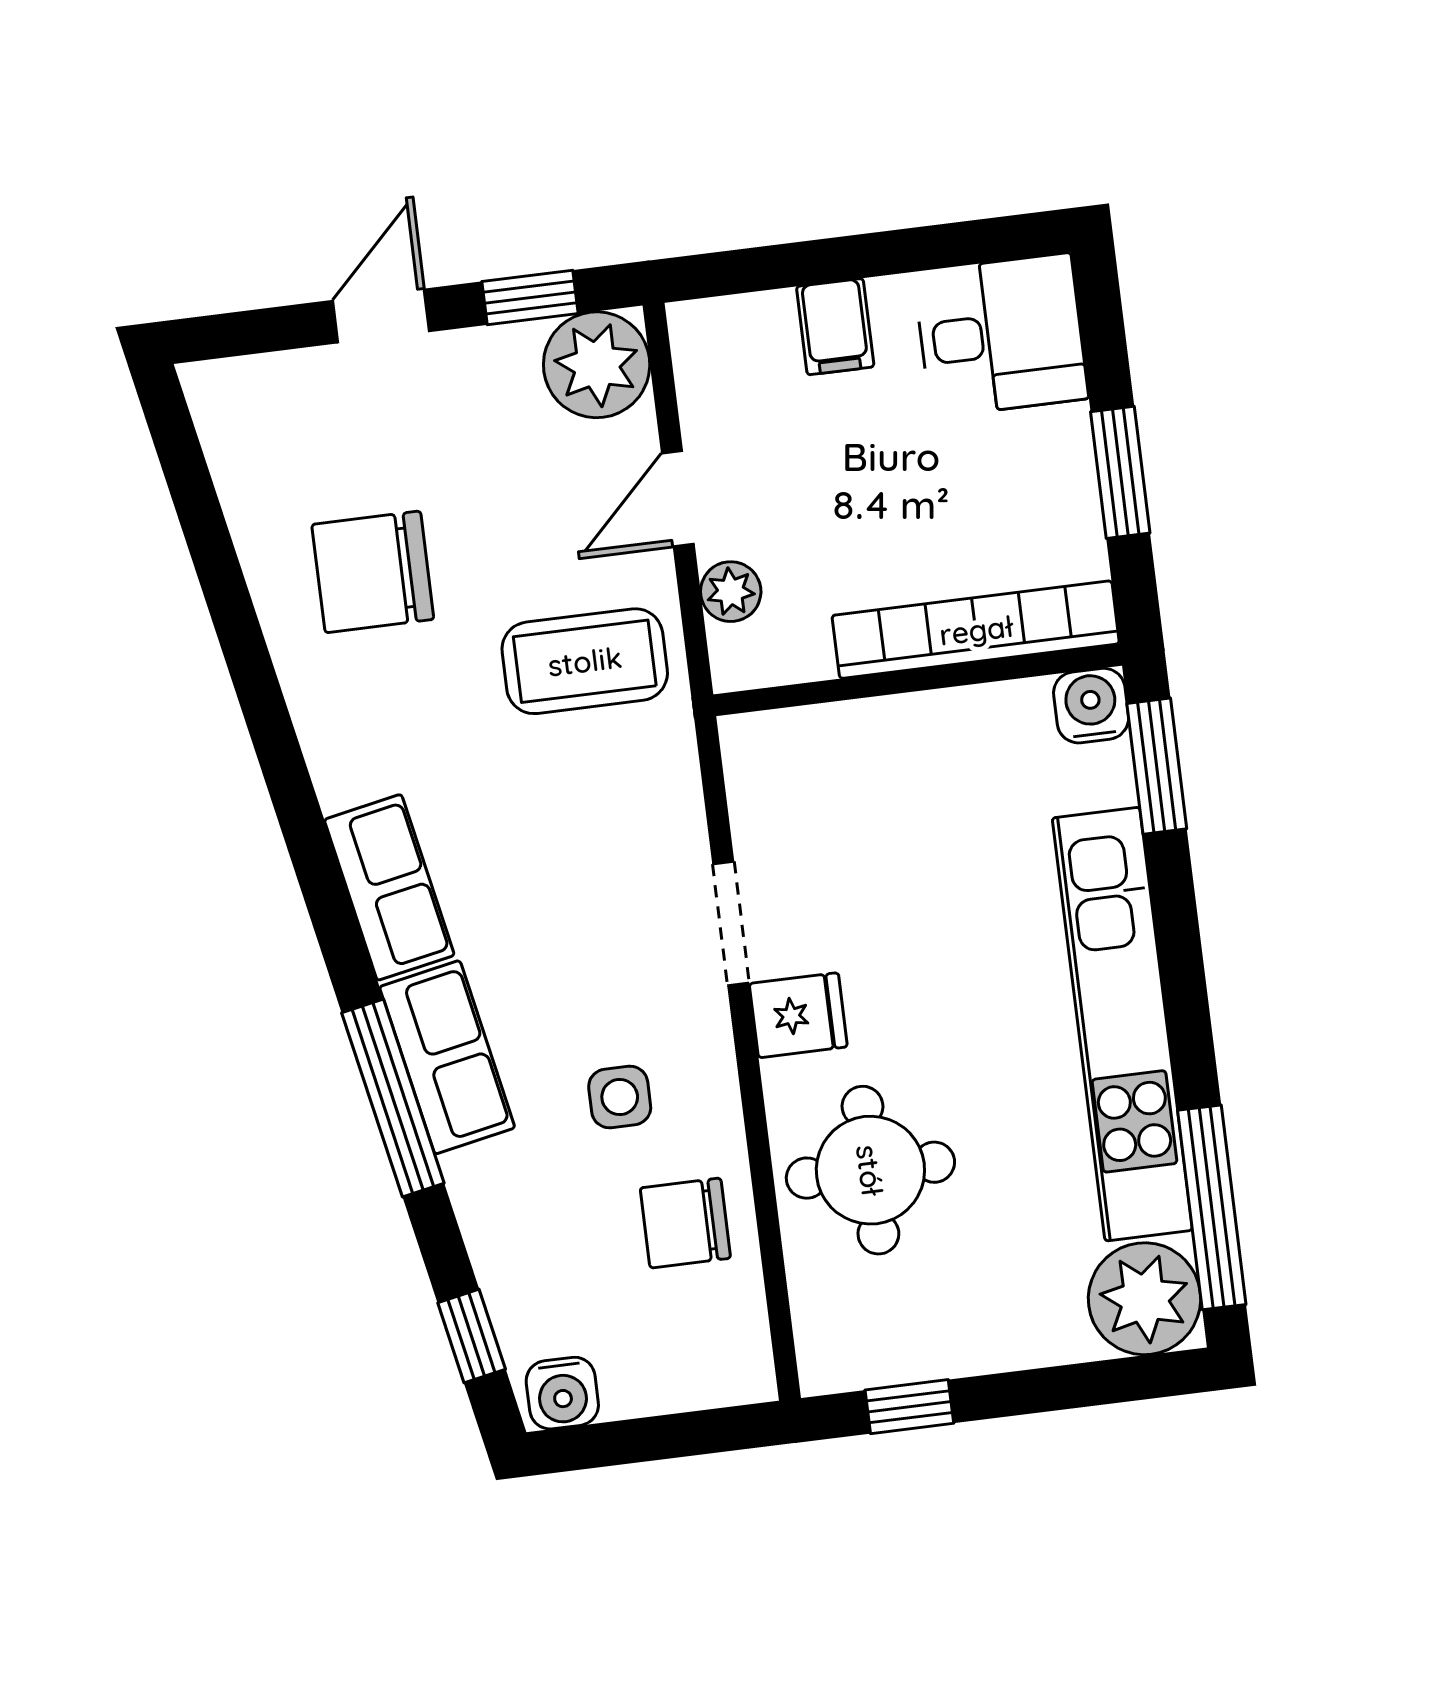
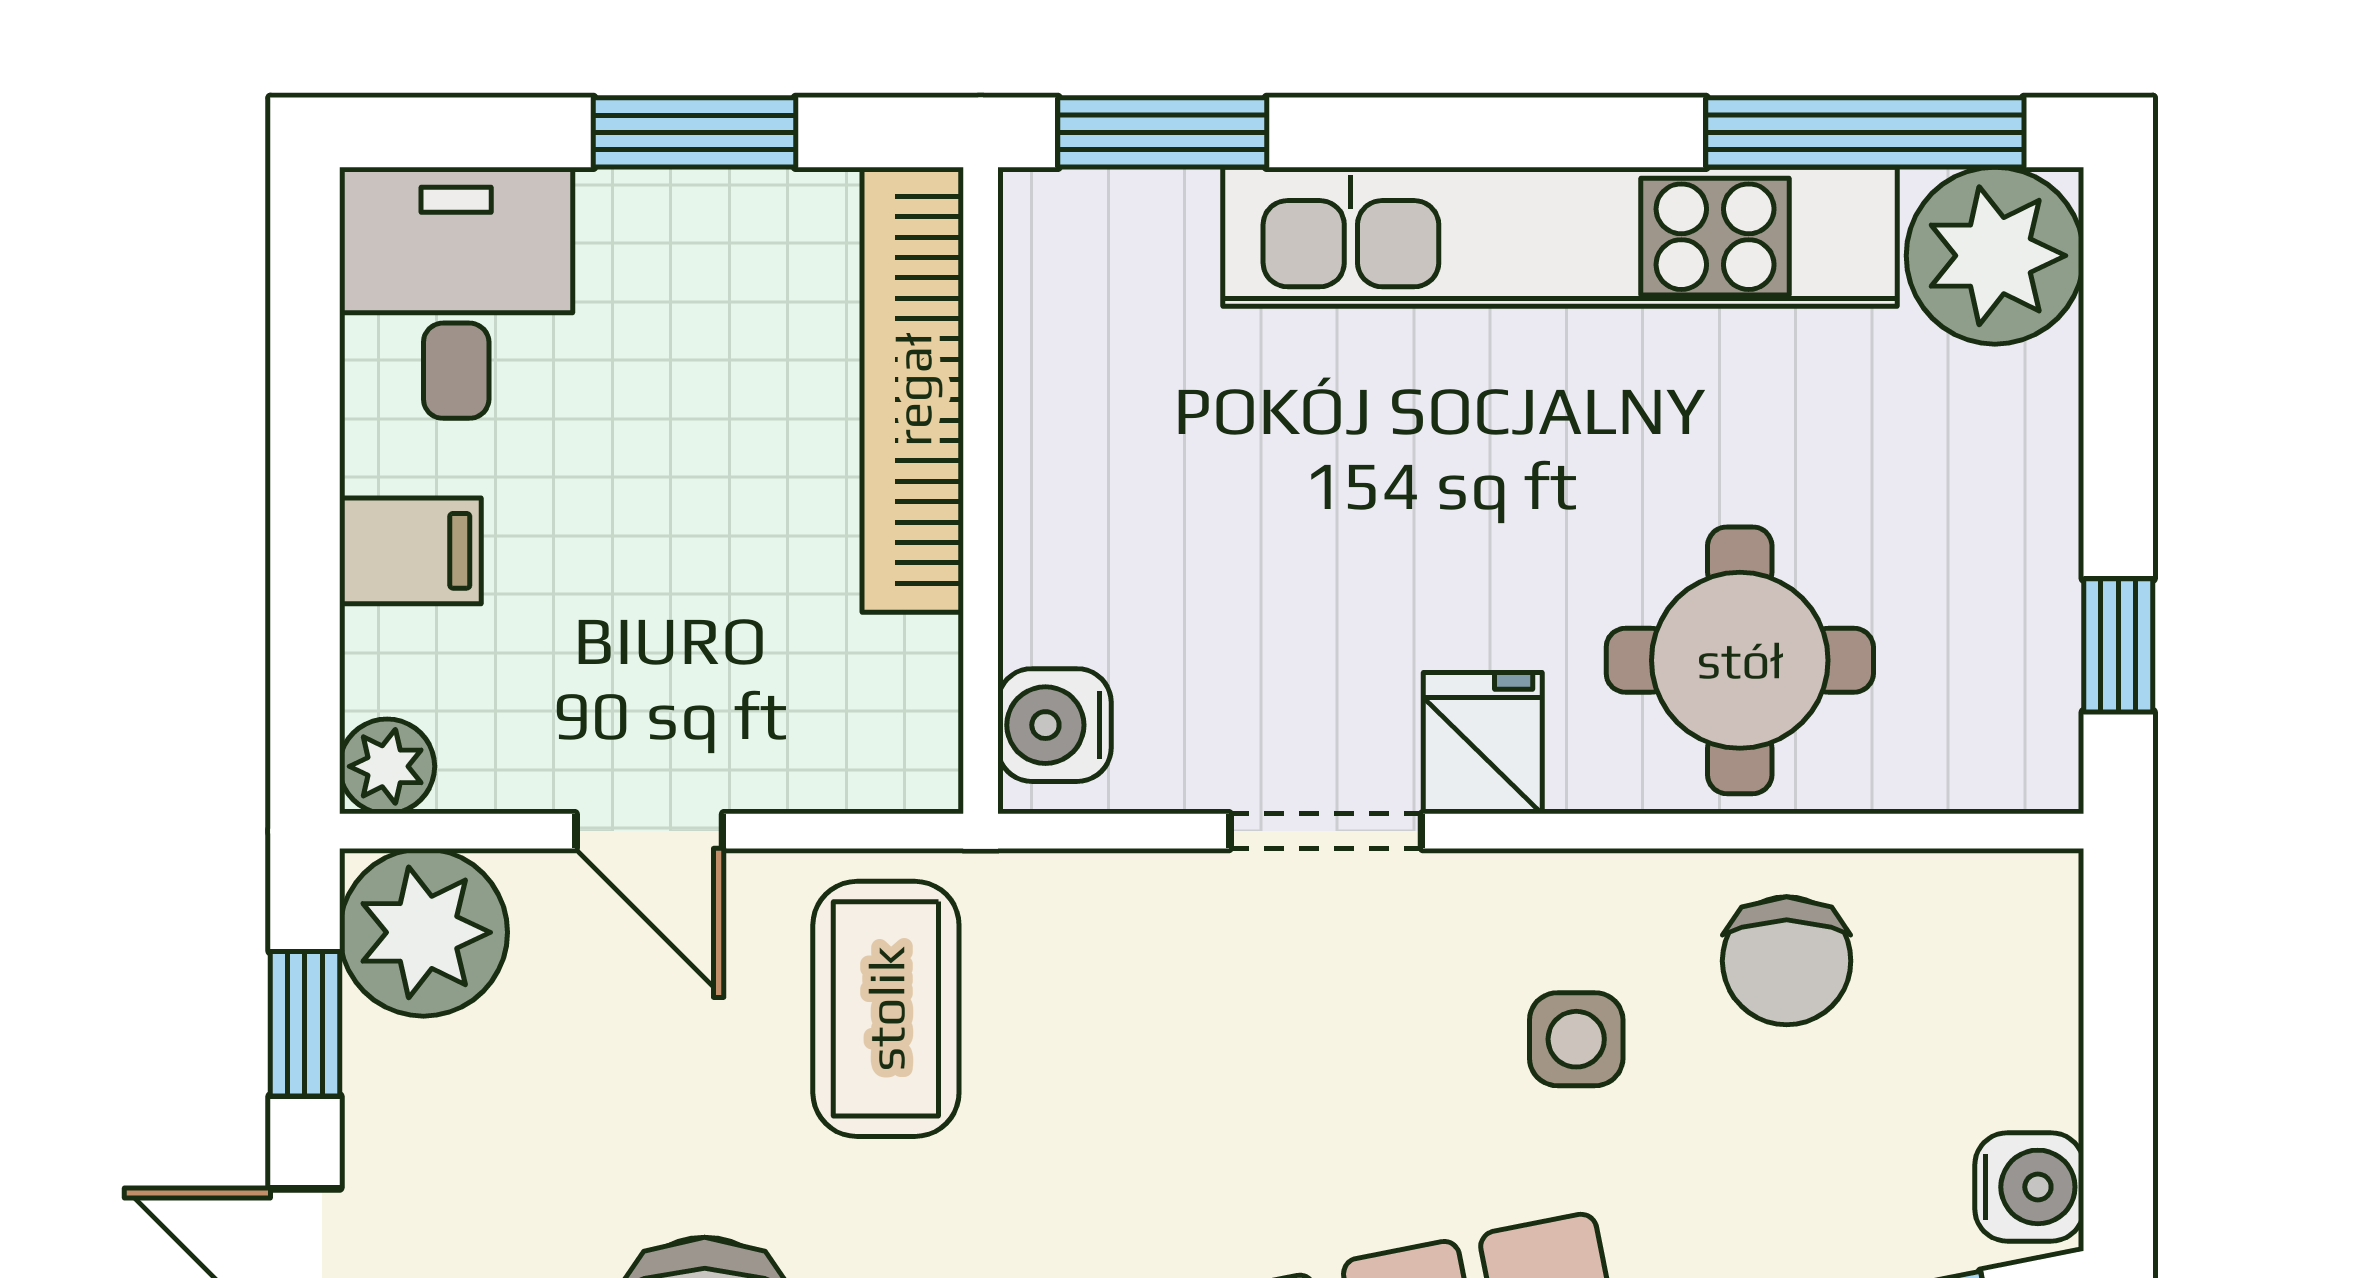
plant: (731, 592) -> (387, 766), moved
water cooler: (1091, 706) -> (1054, 725), moved

